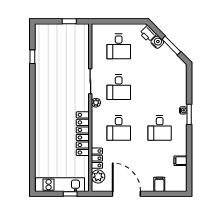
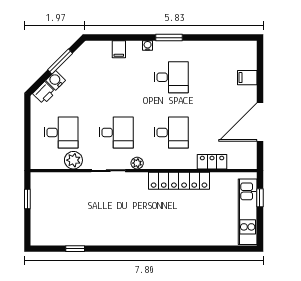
window: (189, 114) -> (169, 38), moved
filing cabinet: (180, 161) -> (119, 49), moved
plant: (98, 176) -> (73, 160), moved

